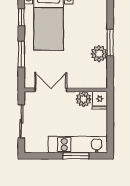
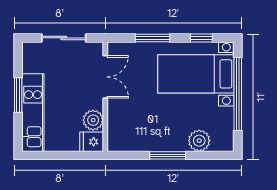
plant: (99, 54) -> (199, 141), moved
window: (76, 156) -> (18, 95), moved

